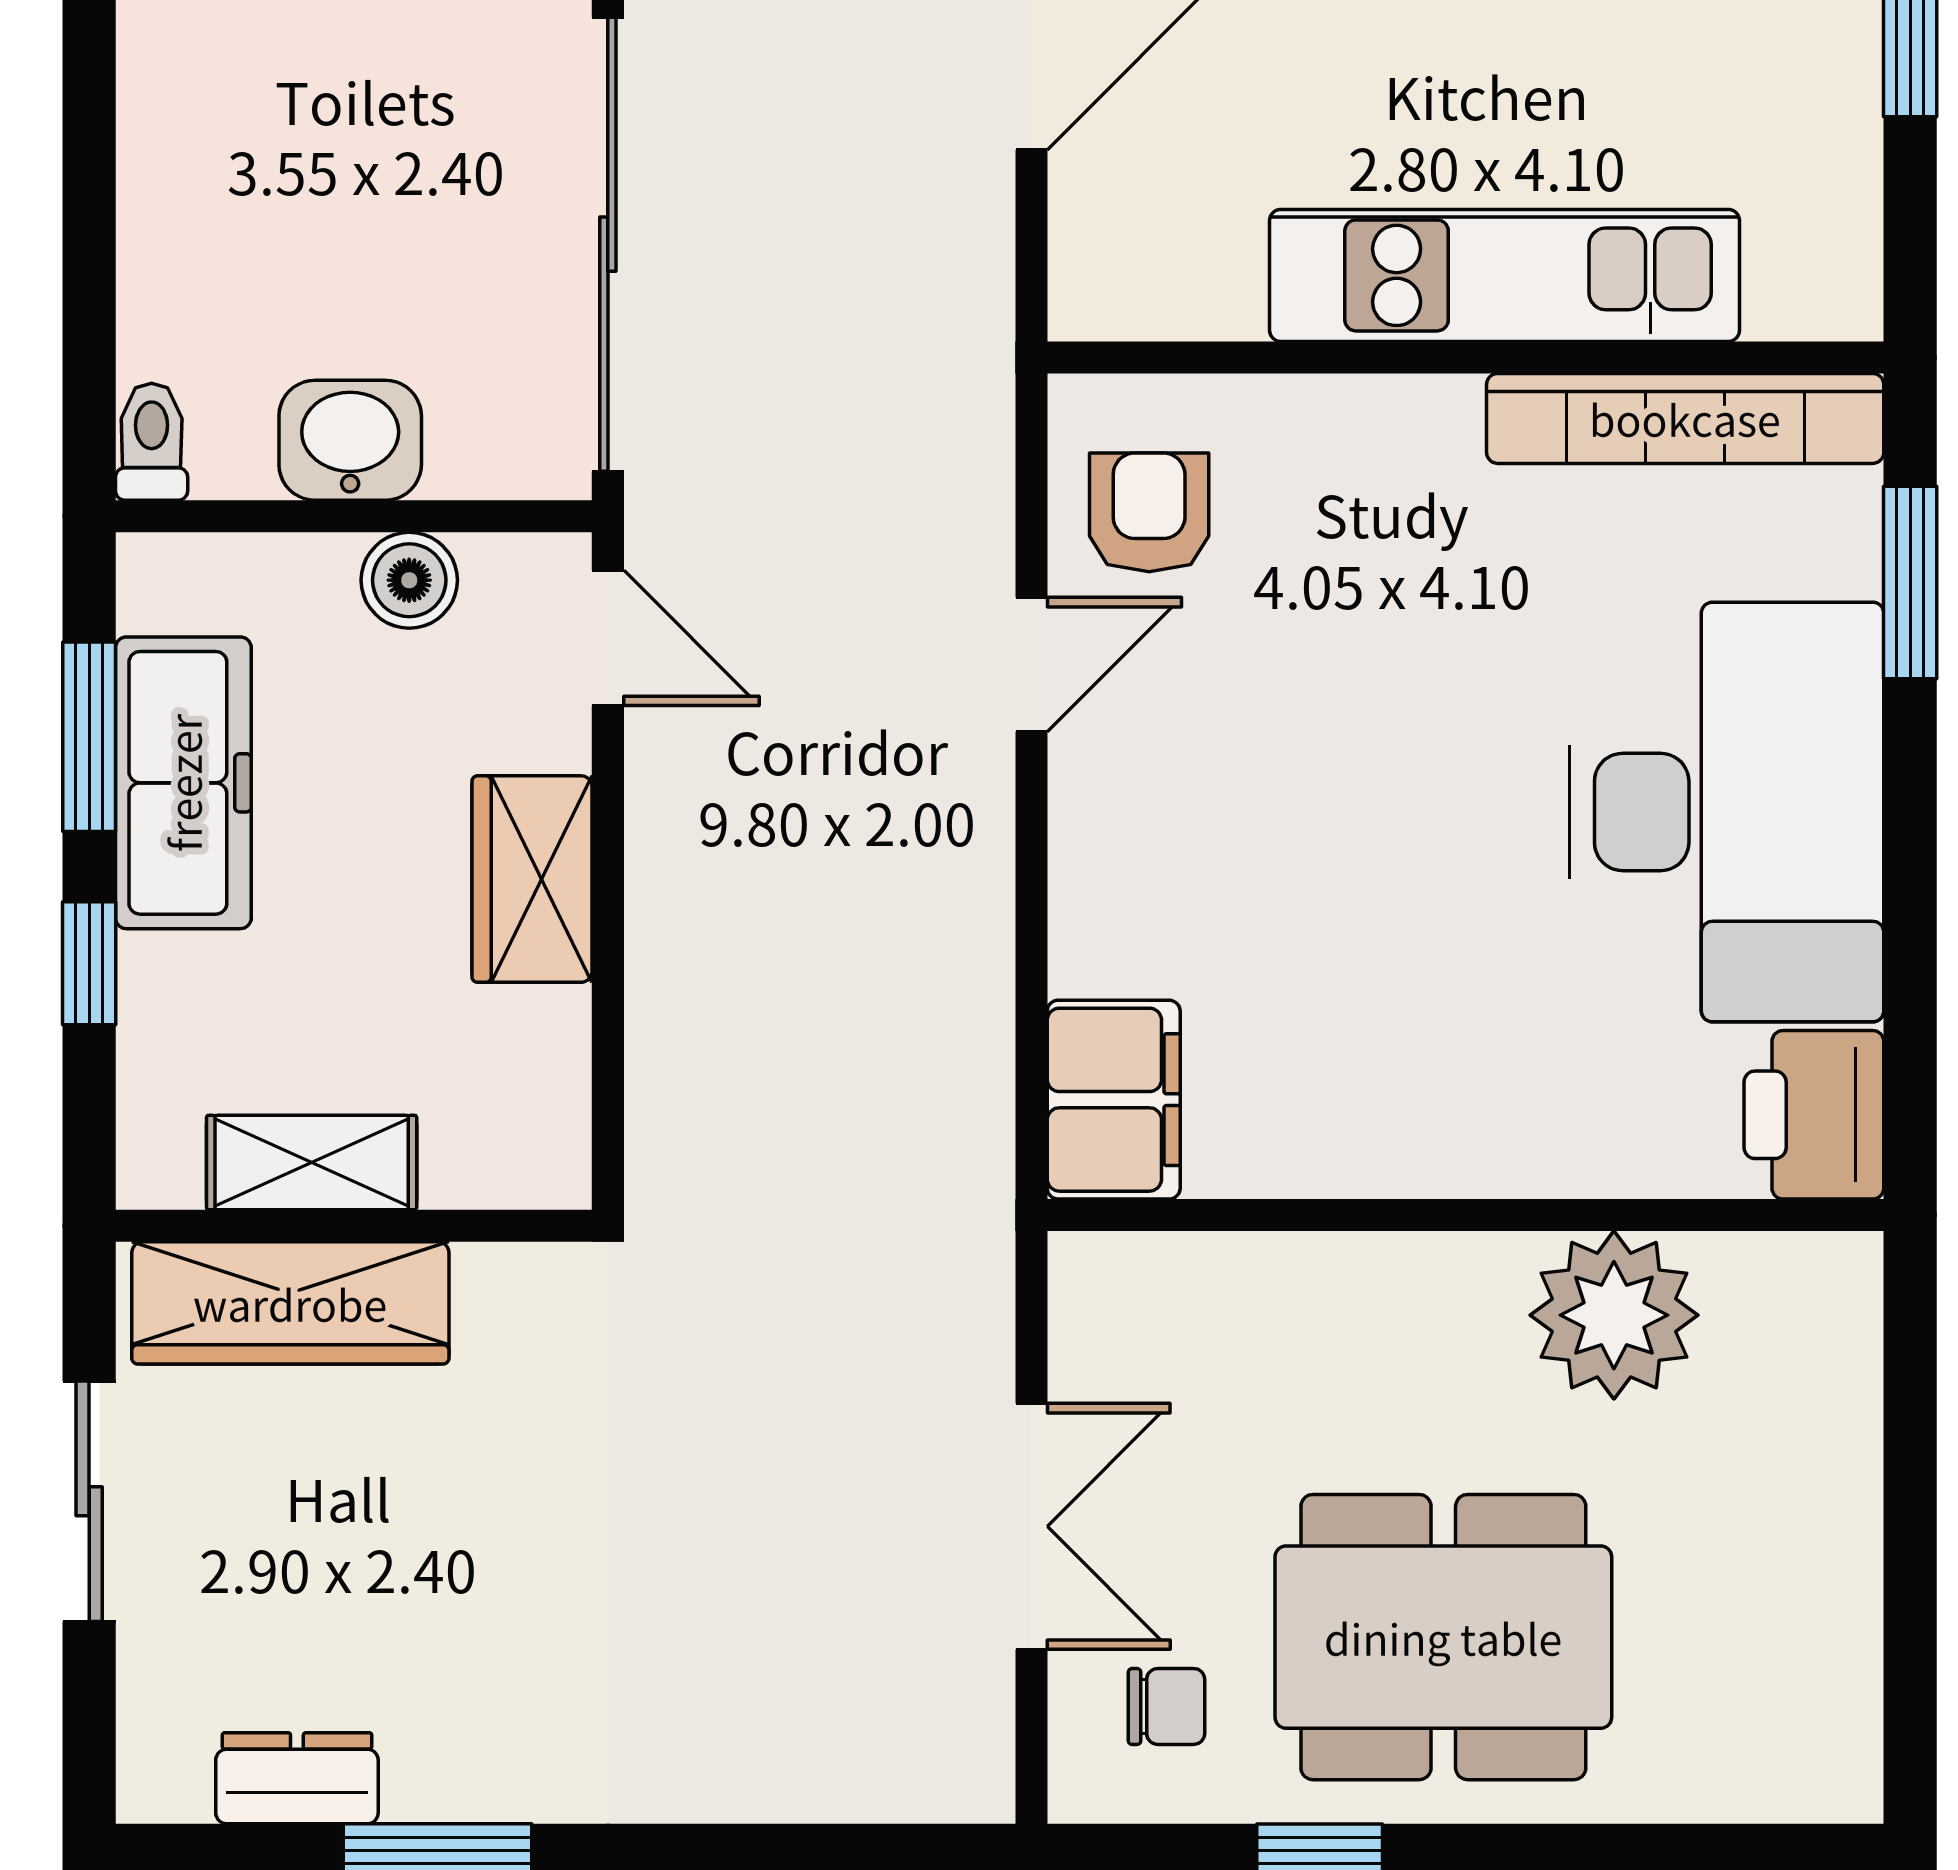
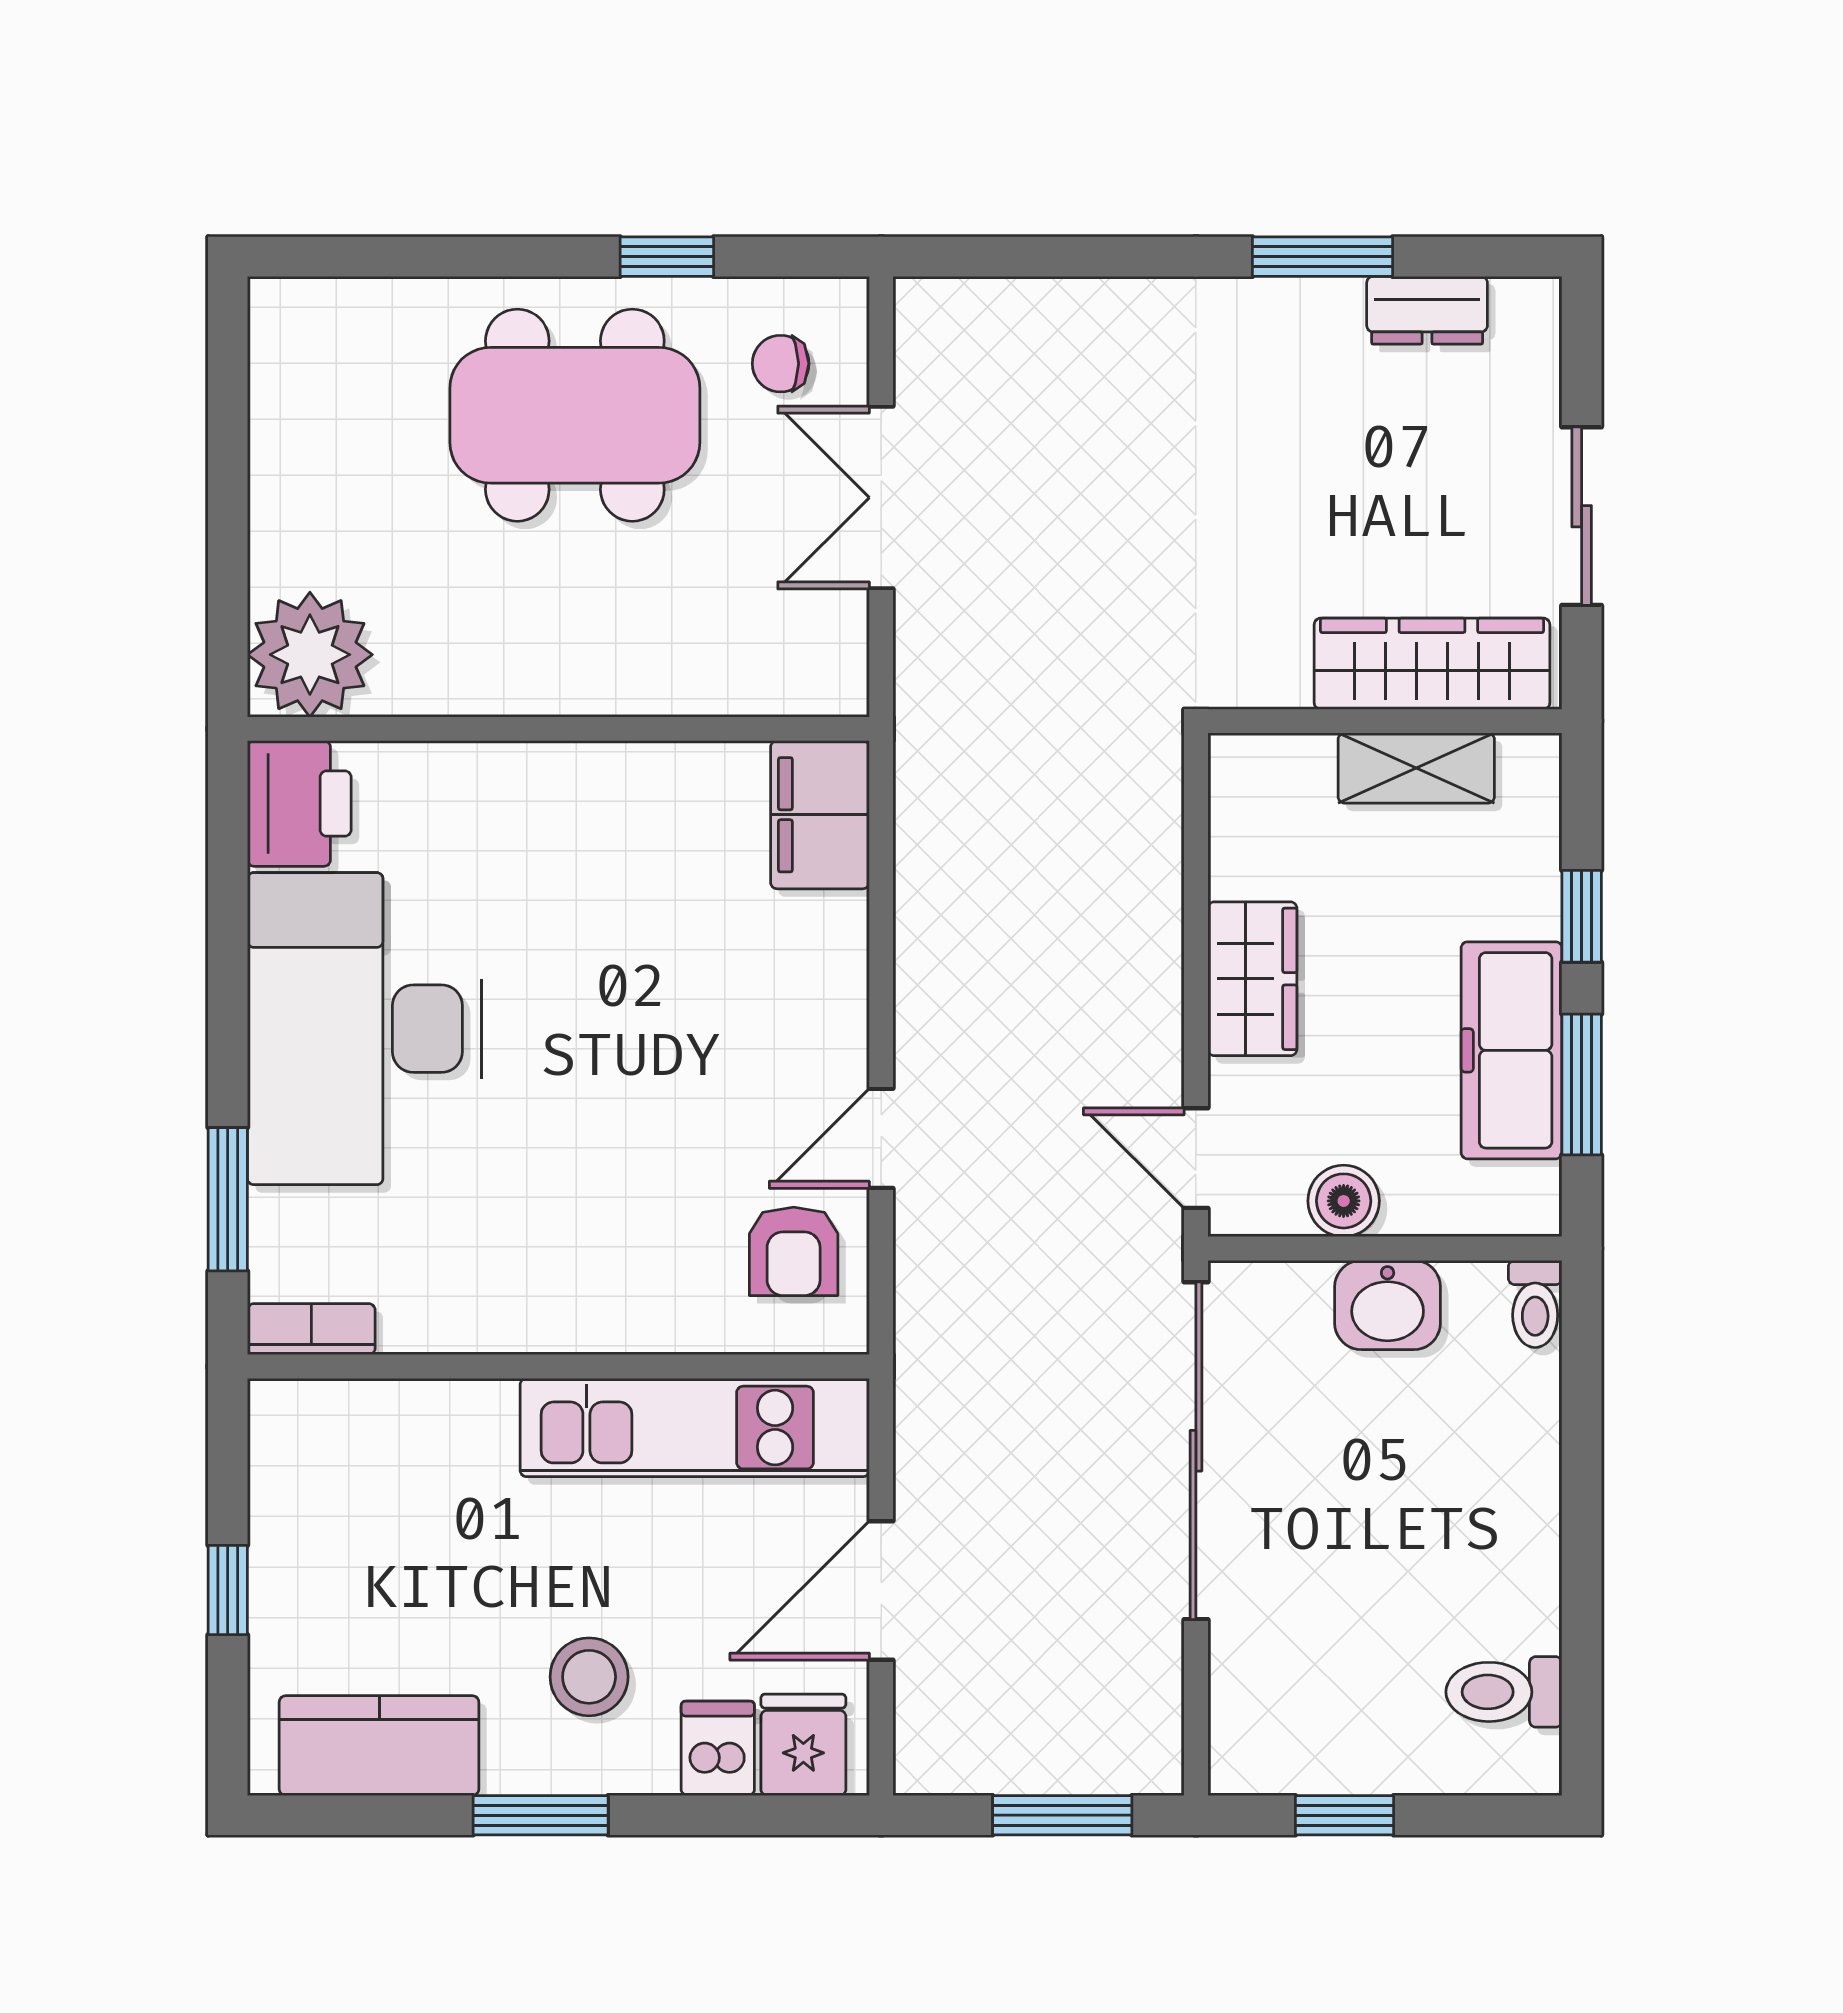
kitchen unit: (1505, 275) -> (695, 1428), moved
bookcase: (1685, 418) -> (311, 1329), width x0.43, depth x0.76
plant: (1614, 1315) -> (310, 655), moved

